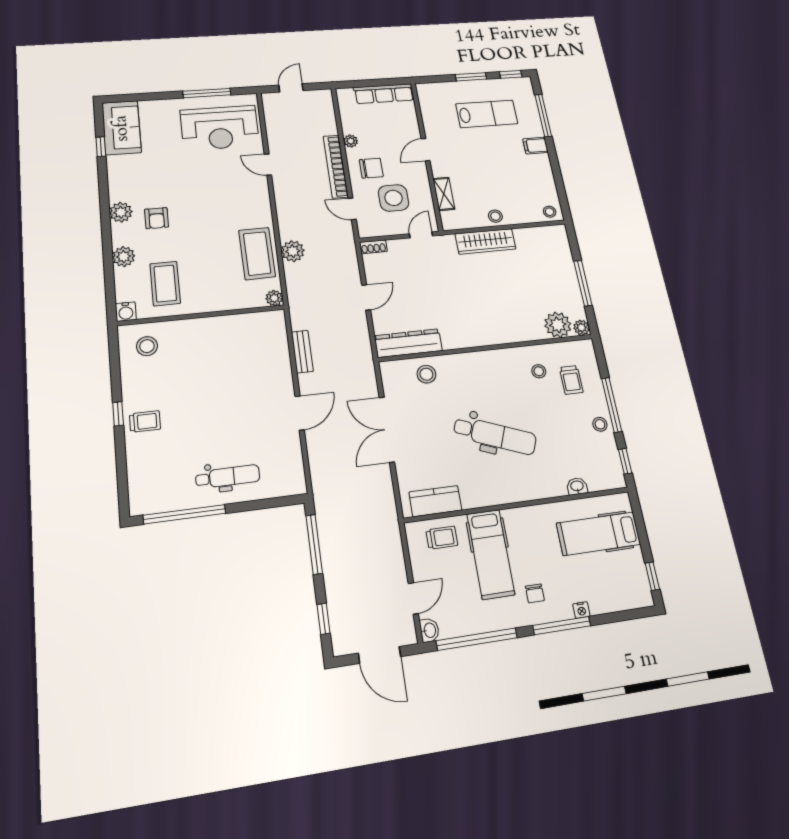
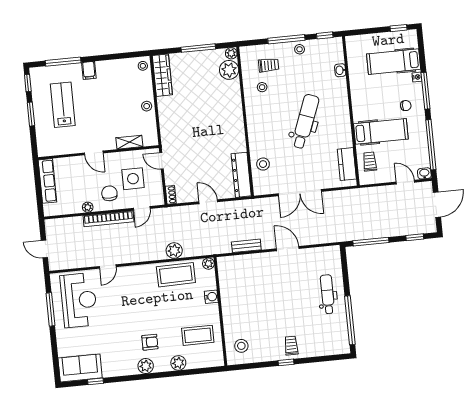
wardrobe: (485, 241) -> (162, 75), moved
water cooler: (126, 312) -> (211, 297), moved
hospital bed: (598, 534) -> (394, 62), moved, turned 90

